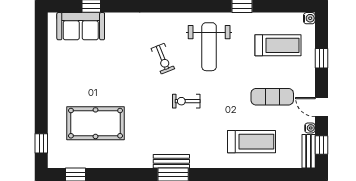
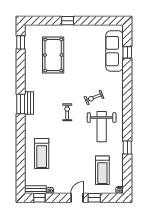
sofa: (81, 26) -> (115, 51), width x1.36
weight bench: (209, 47) -> (102, 127), turned -90
exercise mat: (272, 97) -> (70, 167), removed
door: (321, 107) -> (77, 198), moved
window: (41, 143) -> (68, 21), moved

